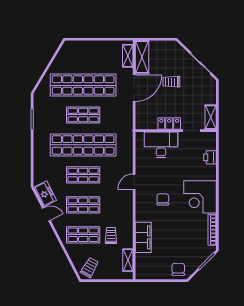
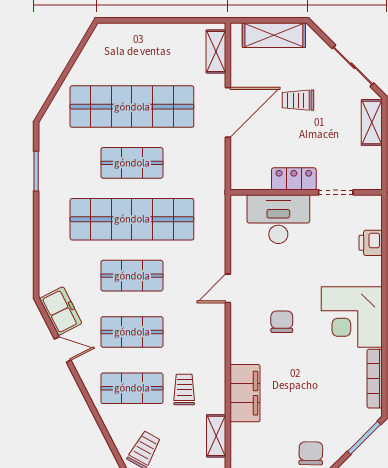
shelving: (142, 57) -> (274, 35), moved, turned 90
shelving: (211, 117) -> (372, 122), moved

